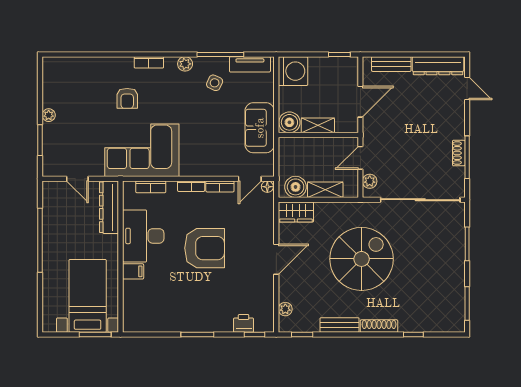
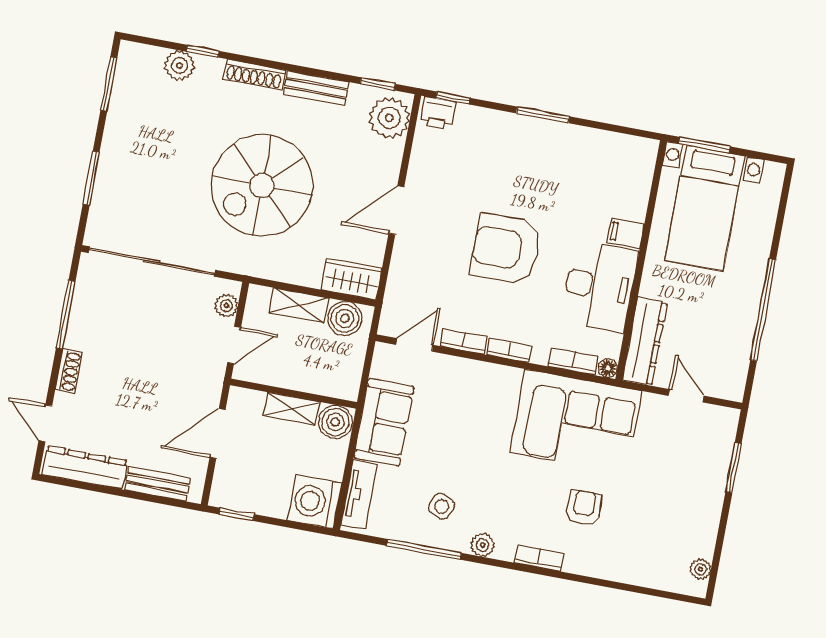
tv unit: (250, 64) -> (359, 494), moved, turned 90
plant: (49, 115) -> (700, 569), moved
shoe rack: (459, 153) -> (69, 371), moved
floor lamp: (267, 187) -> (608, 368), moved
plant: (285, 309) -> (389, 118), width x1.88, depth x1.88
printer: (244, 323) -> (438, 113), moved
plant: (426, 323) -> (180, 65), added

